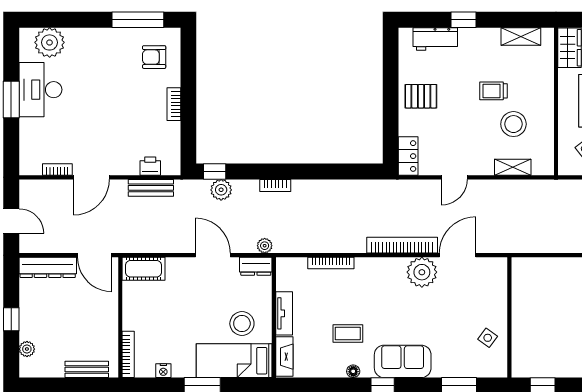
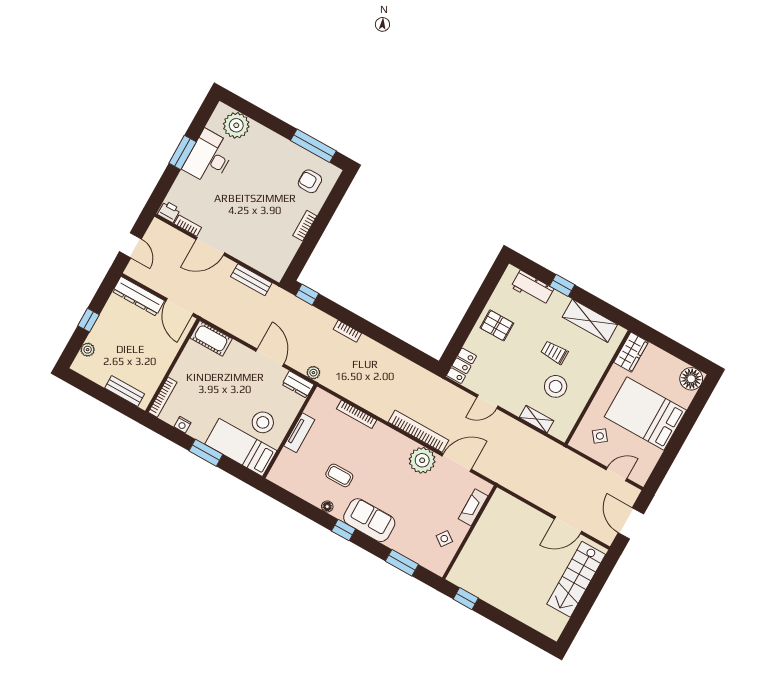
shelving: (521, 36) -> (590, 321), width x1.50, depth x1.33
printer: (150, 166) -> (169, 212), moved
plant: (221, 190) -> (304, 311), removed
fireplace: (284, 357) -> (473, 507), moved, turned 180

